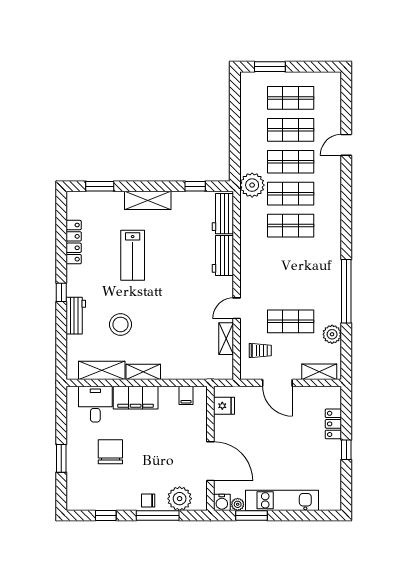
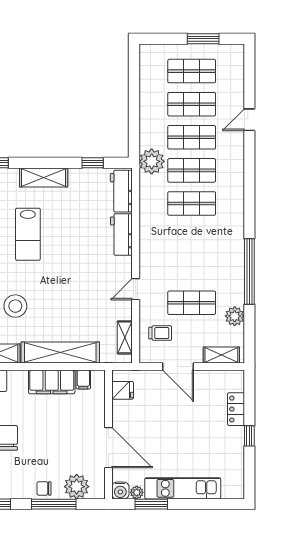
window: (270, 67) -> (203, 39), moved
shelving: (226, 339) -> (125, 337), moved
shelving: (143, 372) -> (60, 352), width x2.20, depth x1.33
filing cabinet: (136, 398) -> (52, 382), moved

